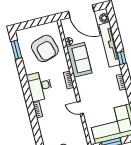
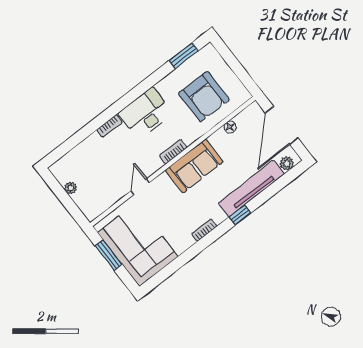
armchair: (45, 48) -> (204, 97), turned -73
sofa: (79, 60) -> (194, 166), moved

